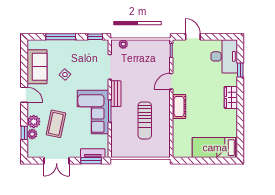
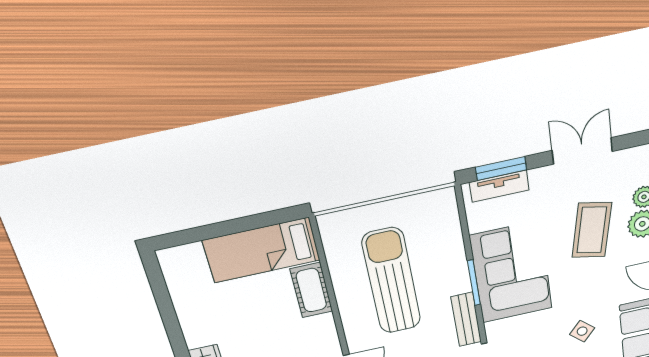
cot: (179, 106) -> (311, 290), moved
sun lounger: (145, 120) -> (392, 281), width x1.36, depth x1.34
bed: (215, 148) -> (261, 250), moved, turned 180

